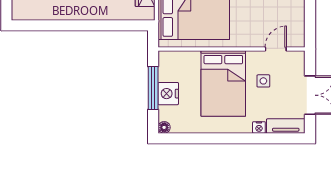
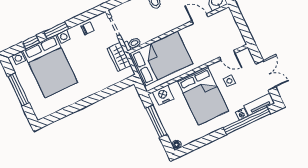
door: (276, 49) -> (227, 55), swing flipped
nightstand: (168, 94) -> (163, 95), moved, turned 90
window: (262, 138) -> (247, 121), added

